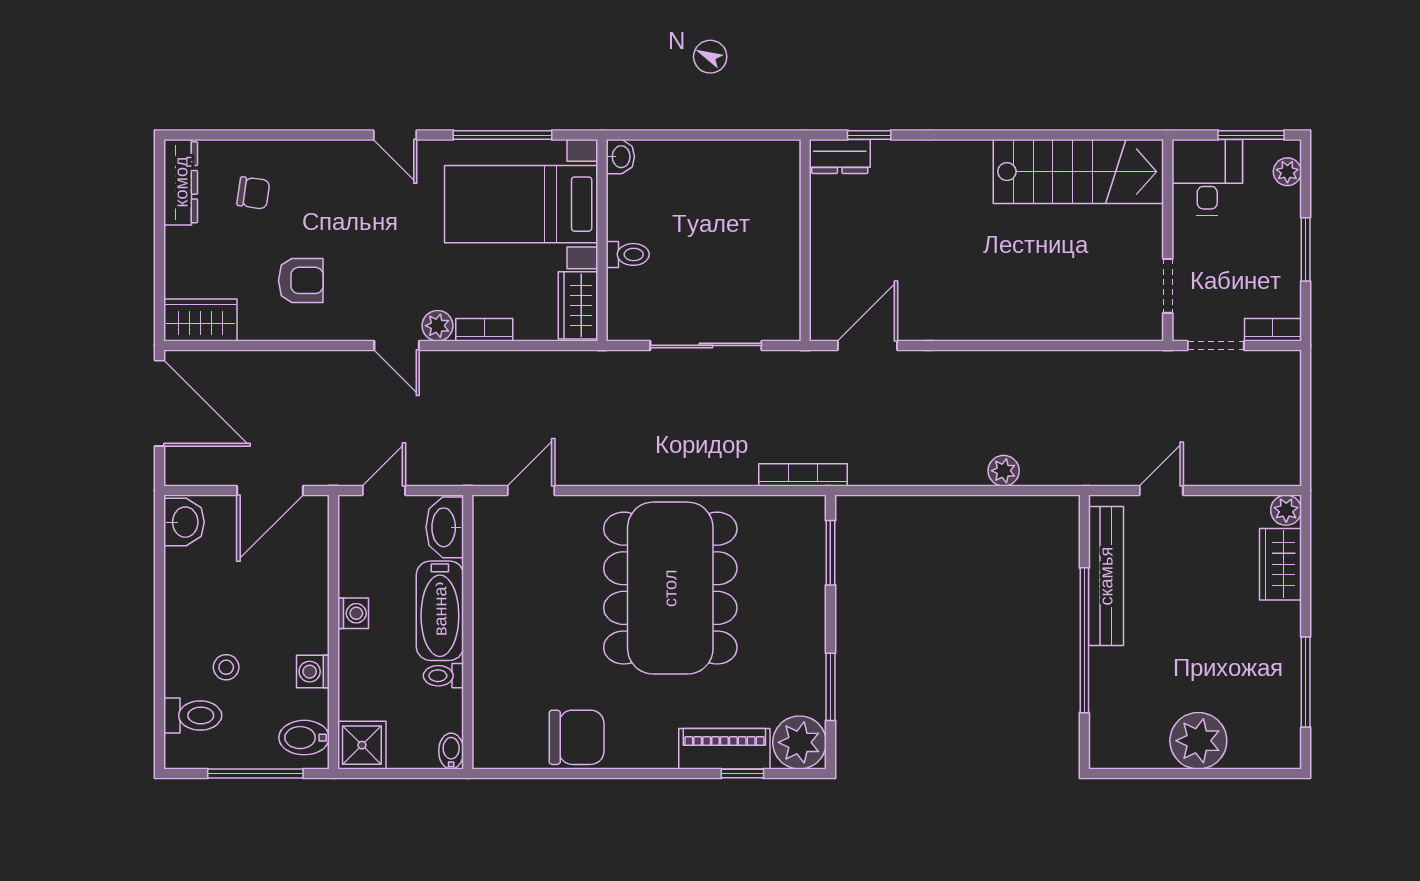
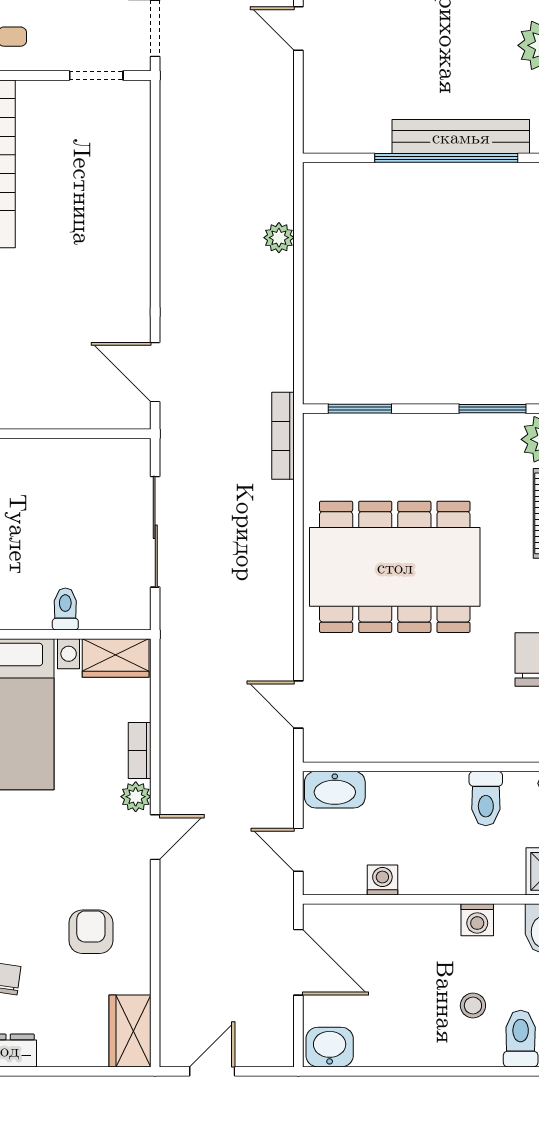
door: (159, 403) -> (212, 1071), width x0.53
door: (1161, 491) -> (298, 28), moved
bench: (1106, 576) -> (461, 137), moved
bathtub: (440, 611) -> (417, 794), removed
washing machine: (353, 613) -> (382, 880), moved
toilet: (443, 676) -> (486, 799), width x1.37, depth x1.39

